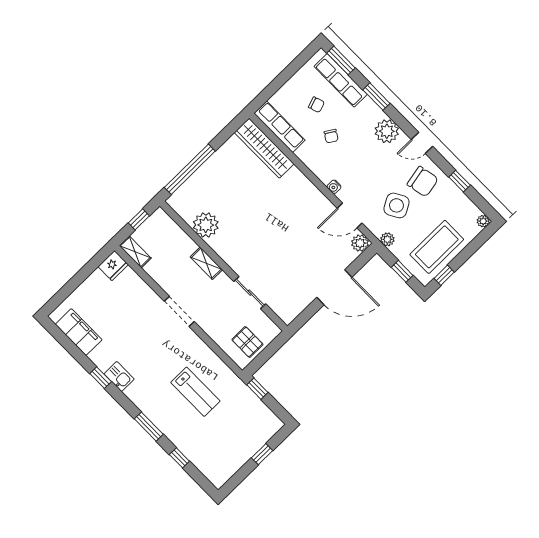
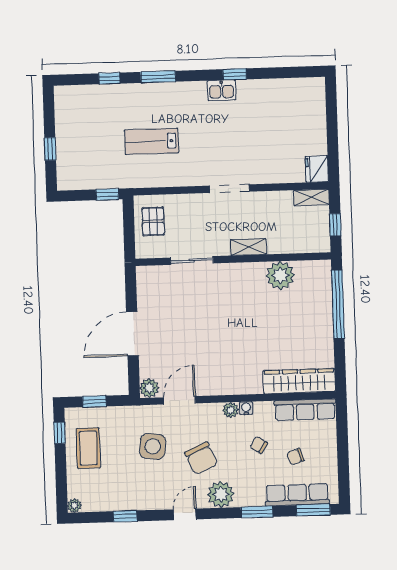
chair: (423, 182) -> (201, 458), moved, turned -103
water cooler: (334, 187) -> (246, 408), moved
side table: (396, 205) -> (153, 446), turned 36
plant: (387, 239) -> (231, 410), moved
coffee table: (437, 247) -> (88, 448), width x0.73, depth x0.76
filing cabinet: (79, 332) -> (288, 91), removed
pallet: (247, 342) -> (153, 221), turned 90

